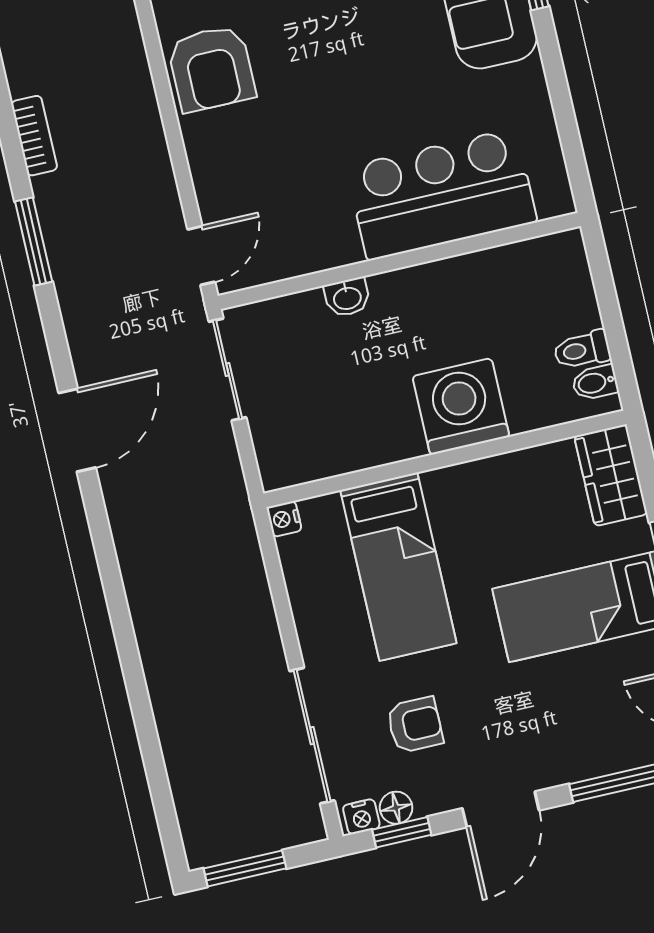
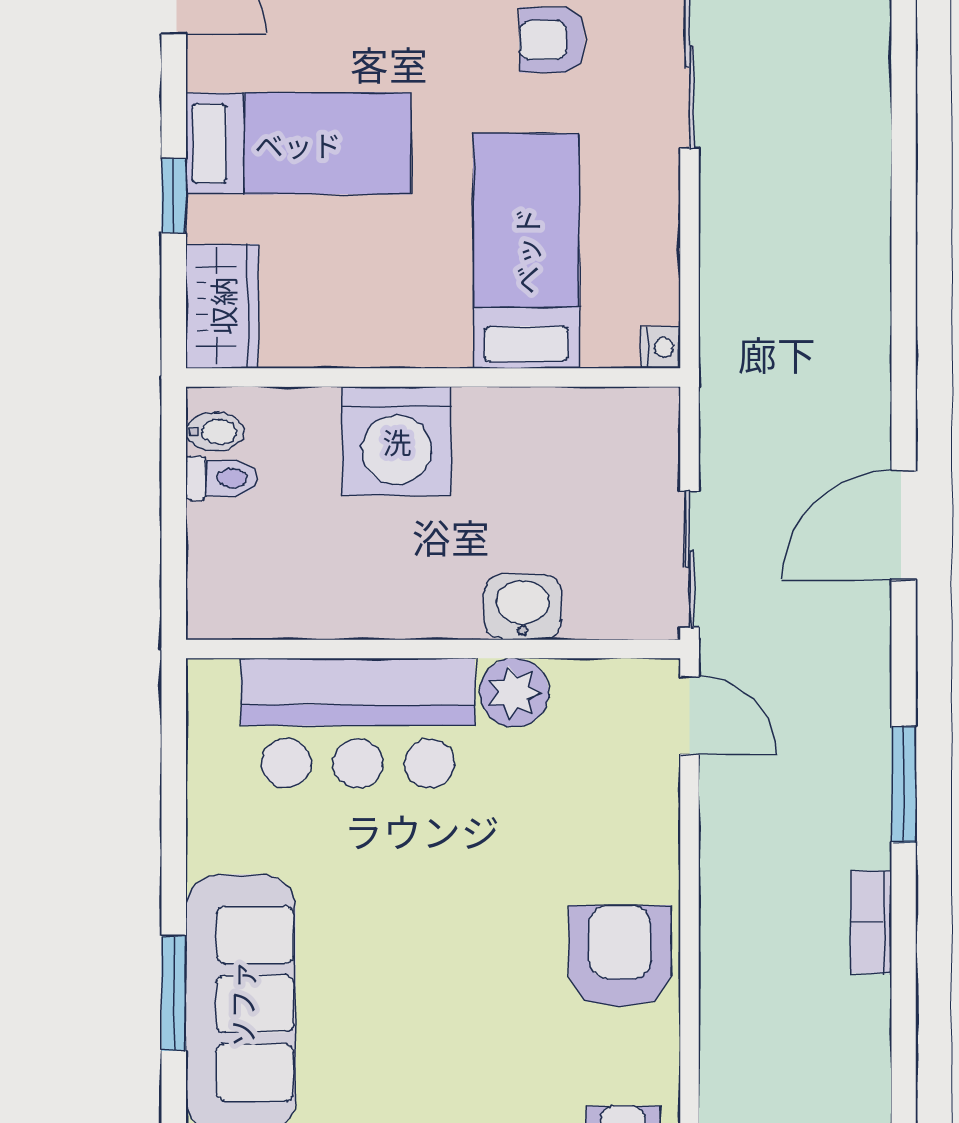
plant: (333, 243) -> (514, 693), added
door: (201, 256) -> (689, 716), swing flipped
washbasin: (347, 297) -> (523, 607), width x1.38, depth x1.45

